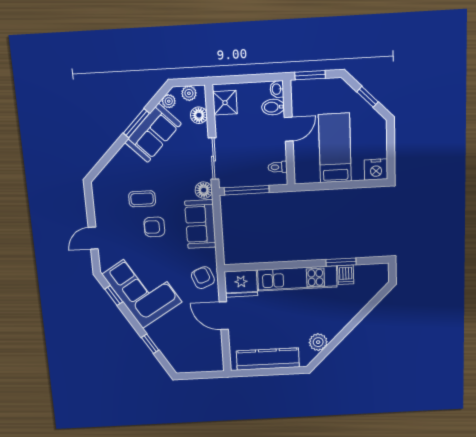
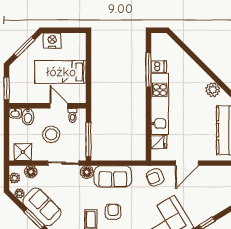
window: (367, 97) -> (24, 47), width x1.50
door: (289, 129) -> (59, 106), moved
stool: (251, 140) -> (51, 134), added
nightstand: (376, 169) -> (52, 41), moved, turned -90
armchair: (154, 227) -> (113, 212), turned 180
window: (341, 262) -> (148, 70), width x1.44
fridge: (241, 284) -> (159, 142), width x0.53, depth x0.75

